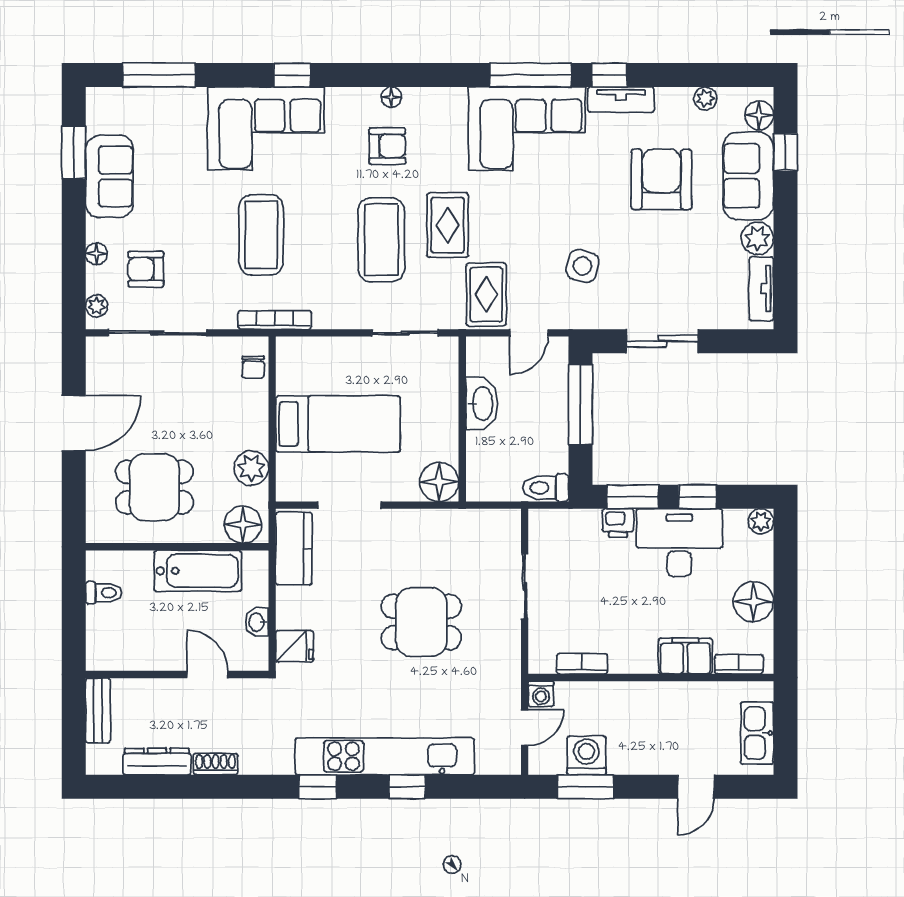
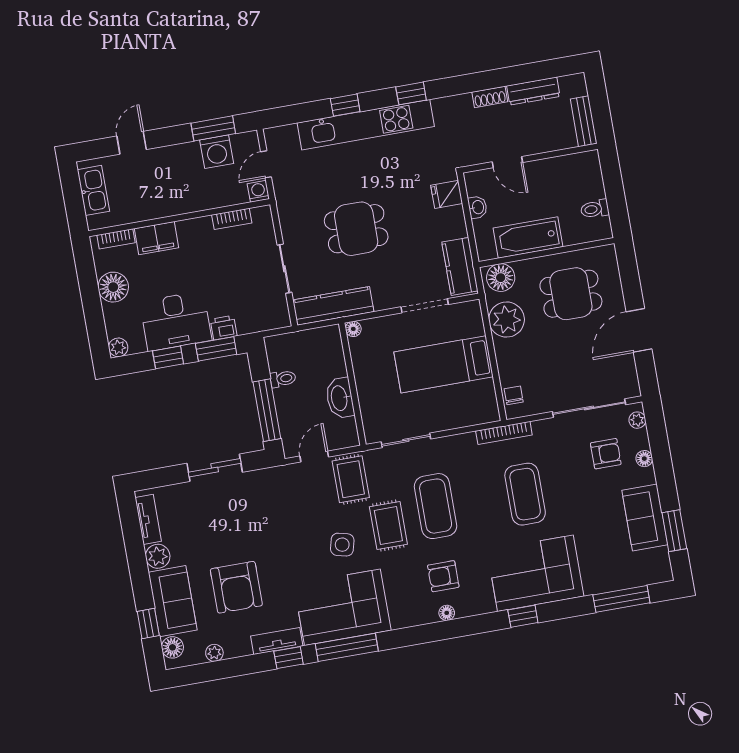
side table: (582, 266) -> (342, 545), moved
plant: (251, 468) -> (507, 320), width x1.36, depth x1.36
floor lamp: (439, 482) -> (353, 329), width x0.53, depth x0.53
toilet: (546, 488) -> (283, 379), moved, width x0.73, depth x0.72
kitchen counter: (469, 526) -> (333, 306), added

